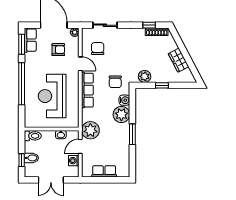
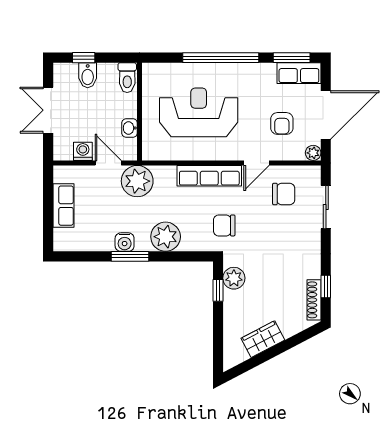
window: (162, 85) -> (218, 290), moved
water cooler: (124, 100) -> (125, 242), moved

